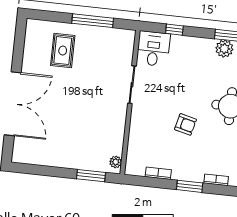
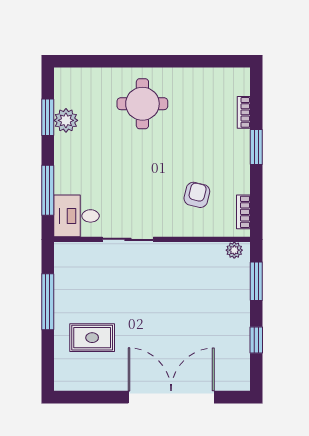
window: (174, 30) -> (48, 190), width x2.17
armchair: (185, 124) -> (197, 195), moved
window: (48, 171) -> (256, 340), added
bookcase: (158, 173) -> (243, 212), moved

